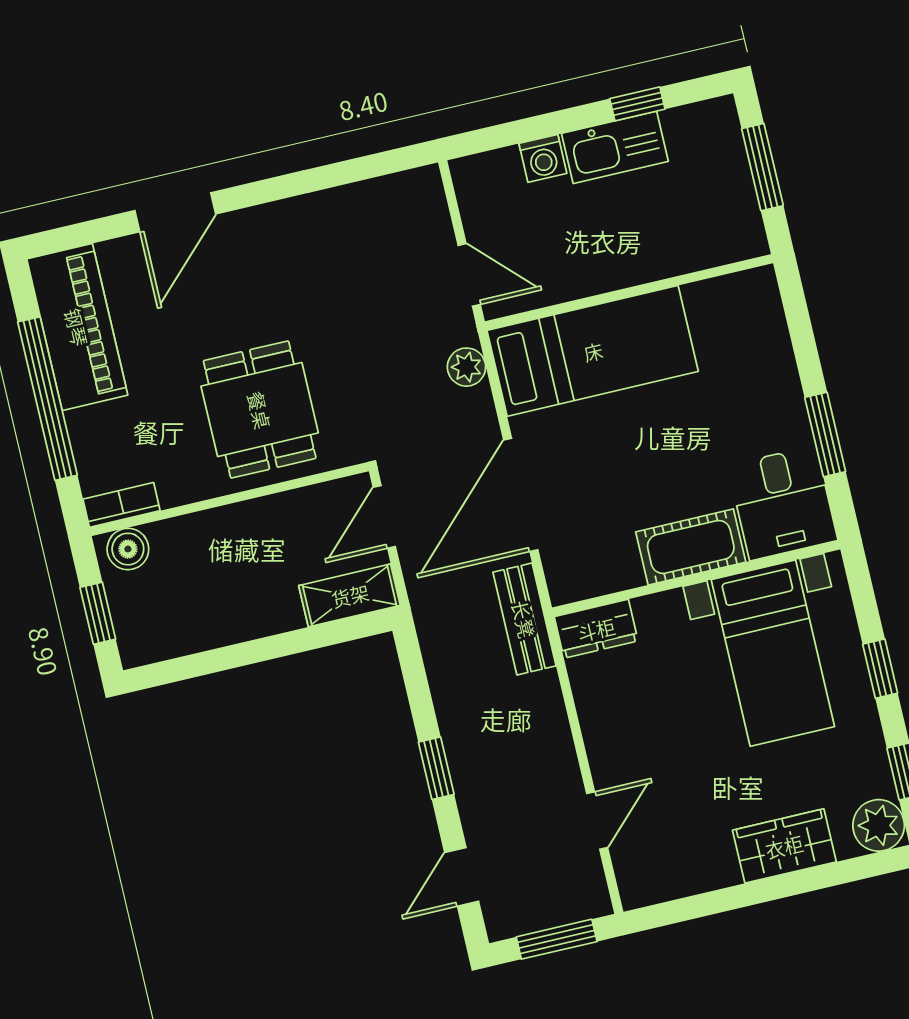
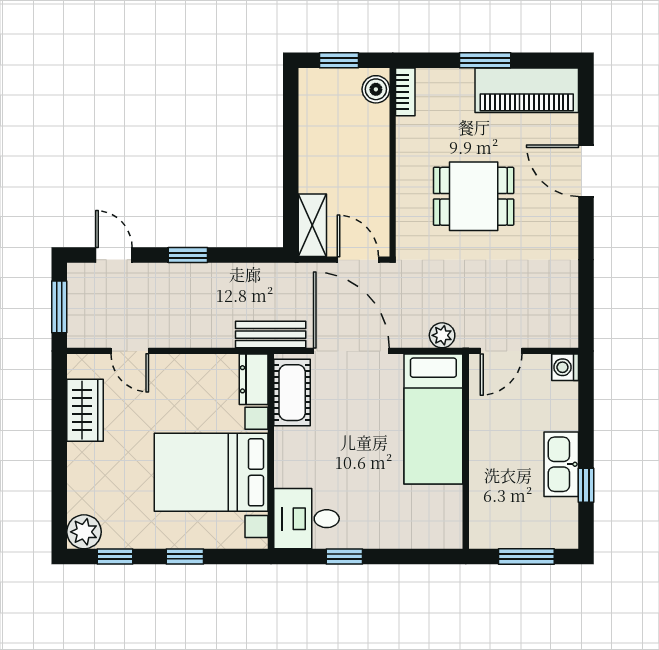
washing machine: (543, 158) -> (565, 367), moved
window: (48, 399) -> (485, 60), width x0.47
dining table: (260, 410) -> (474, 196), moved
window: (825, 434) -> (344, 556), width x0.67
cot: (691, 547) -> (292, 393), moved
bed with nightstands: (773, 653) -> (211, 472), width x1.36
wardrobe: (784, 846) -> (85, 410), moved

